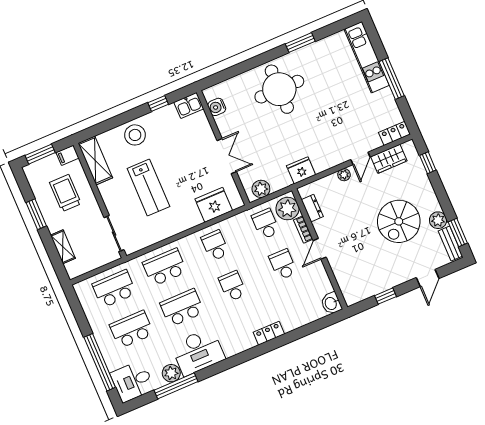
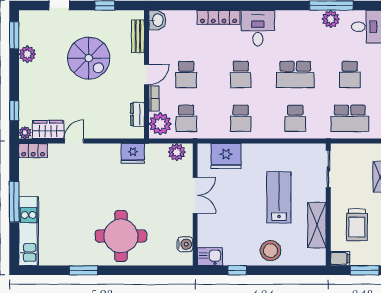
double door: (227, 156) -> (195, 195), swing flipped
shelving: (95, 160) -> (317, 225), moved
plant: (344, 175) -> (25, 133), moved
spiral stairs: (399, 221) -> (89, 58), moved, turned 90
bench: (450, 244) -> (138, 36), moved
school desk: (165, 267) -> (295, 118), width x0.54
school desk: (132, 329) -> (350, 74), width x0.54
locker: (269, 333) -> (219, 17), width x1.53
desk: (198, 352) -> (258, 28), moved, width x0.73

